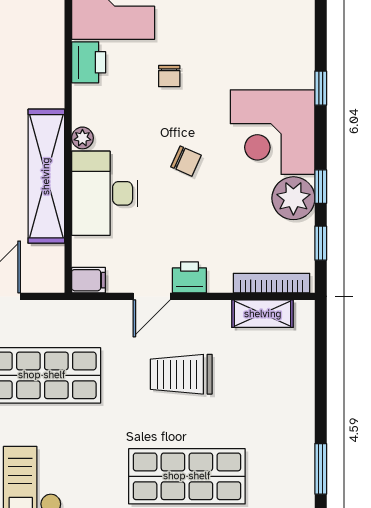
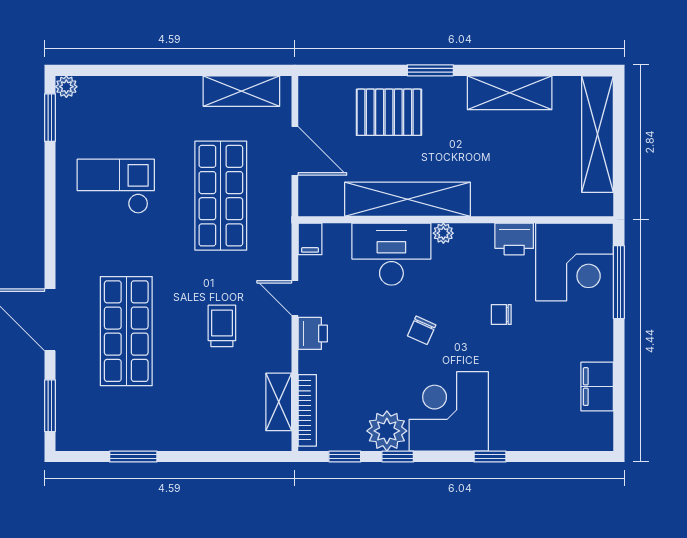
trolley: (181, 374) -> (222, 326), width x0.73, depth x0.72

